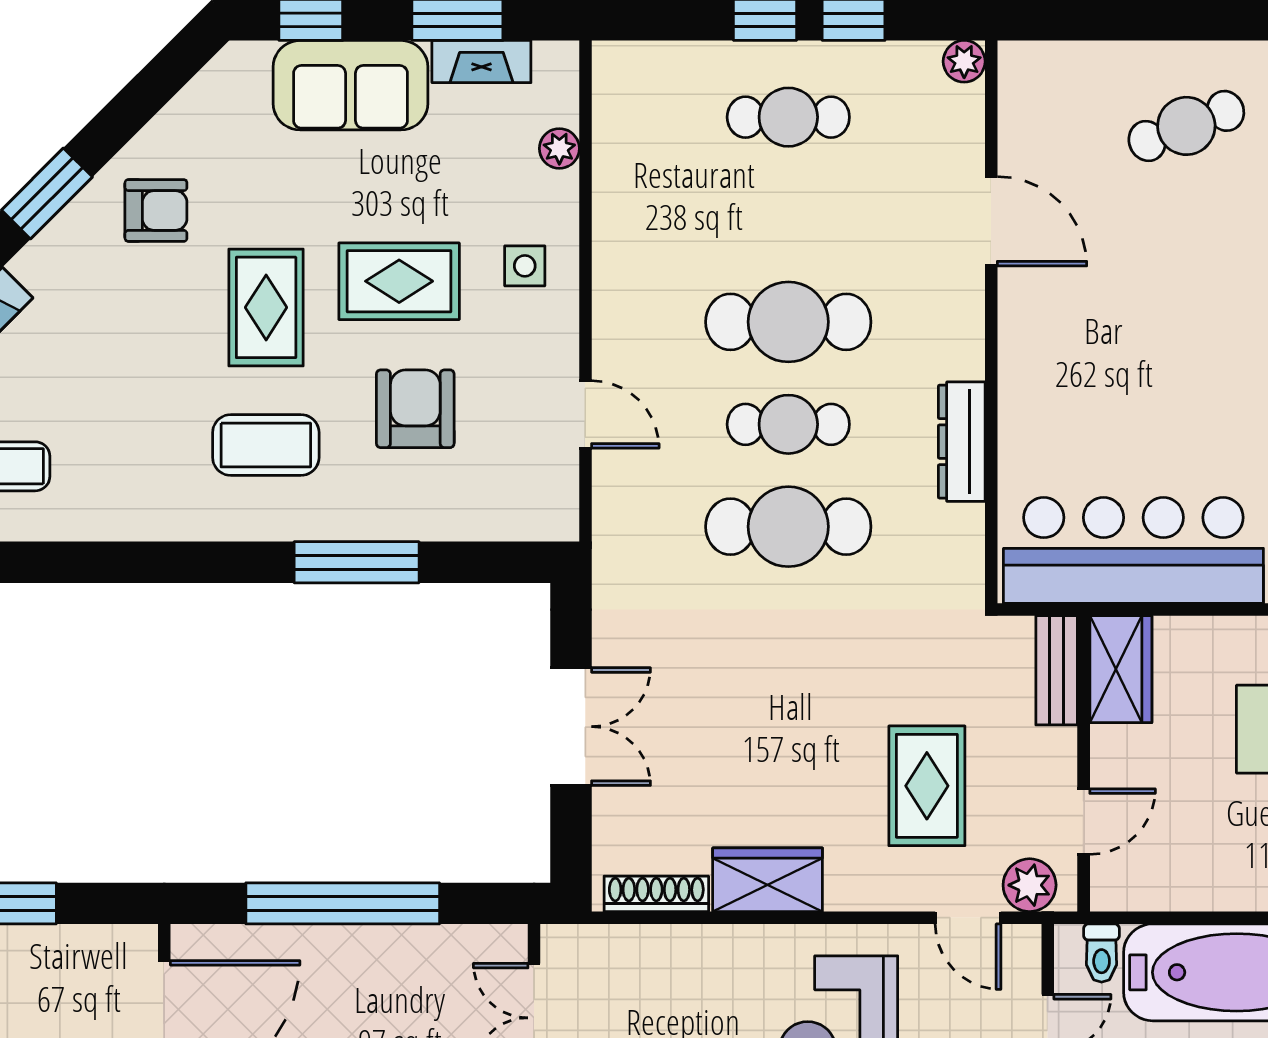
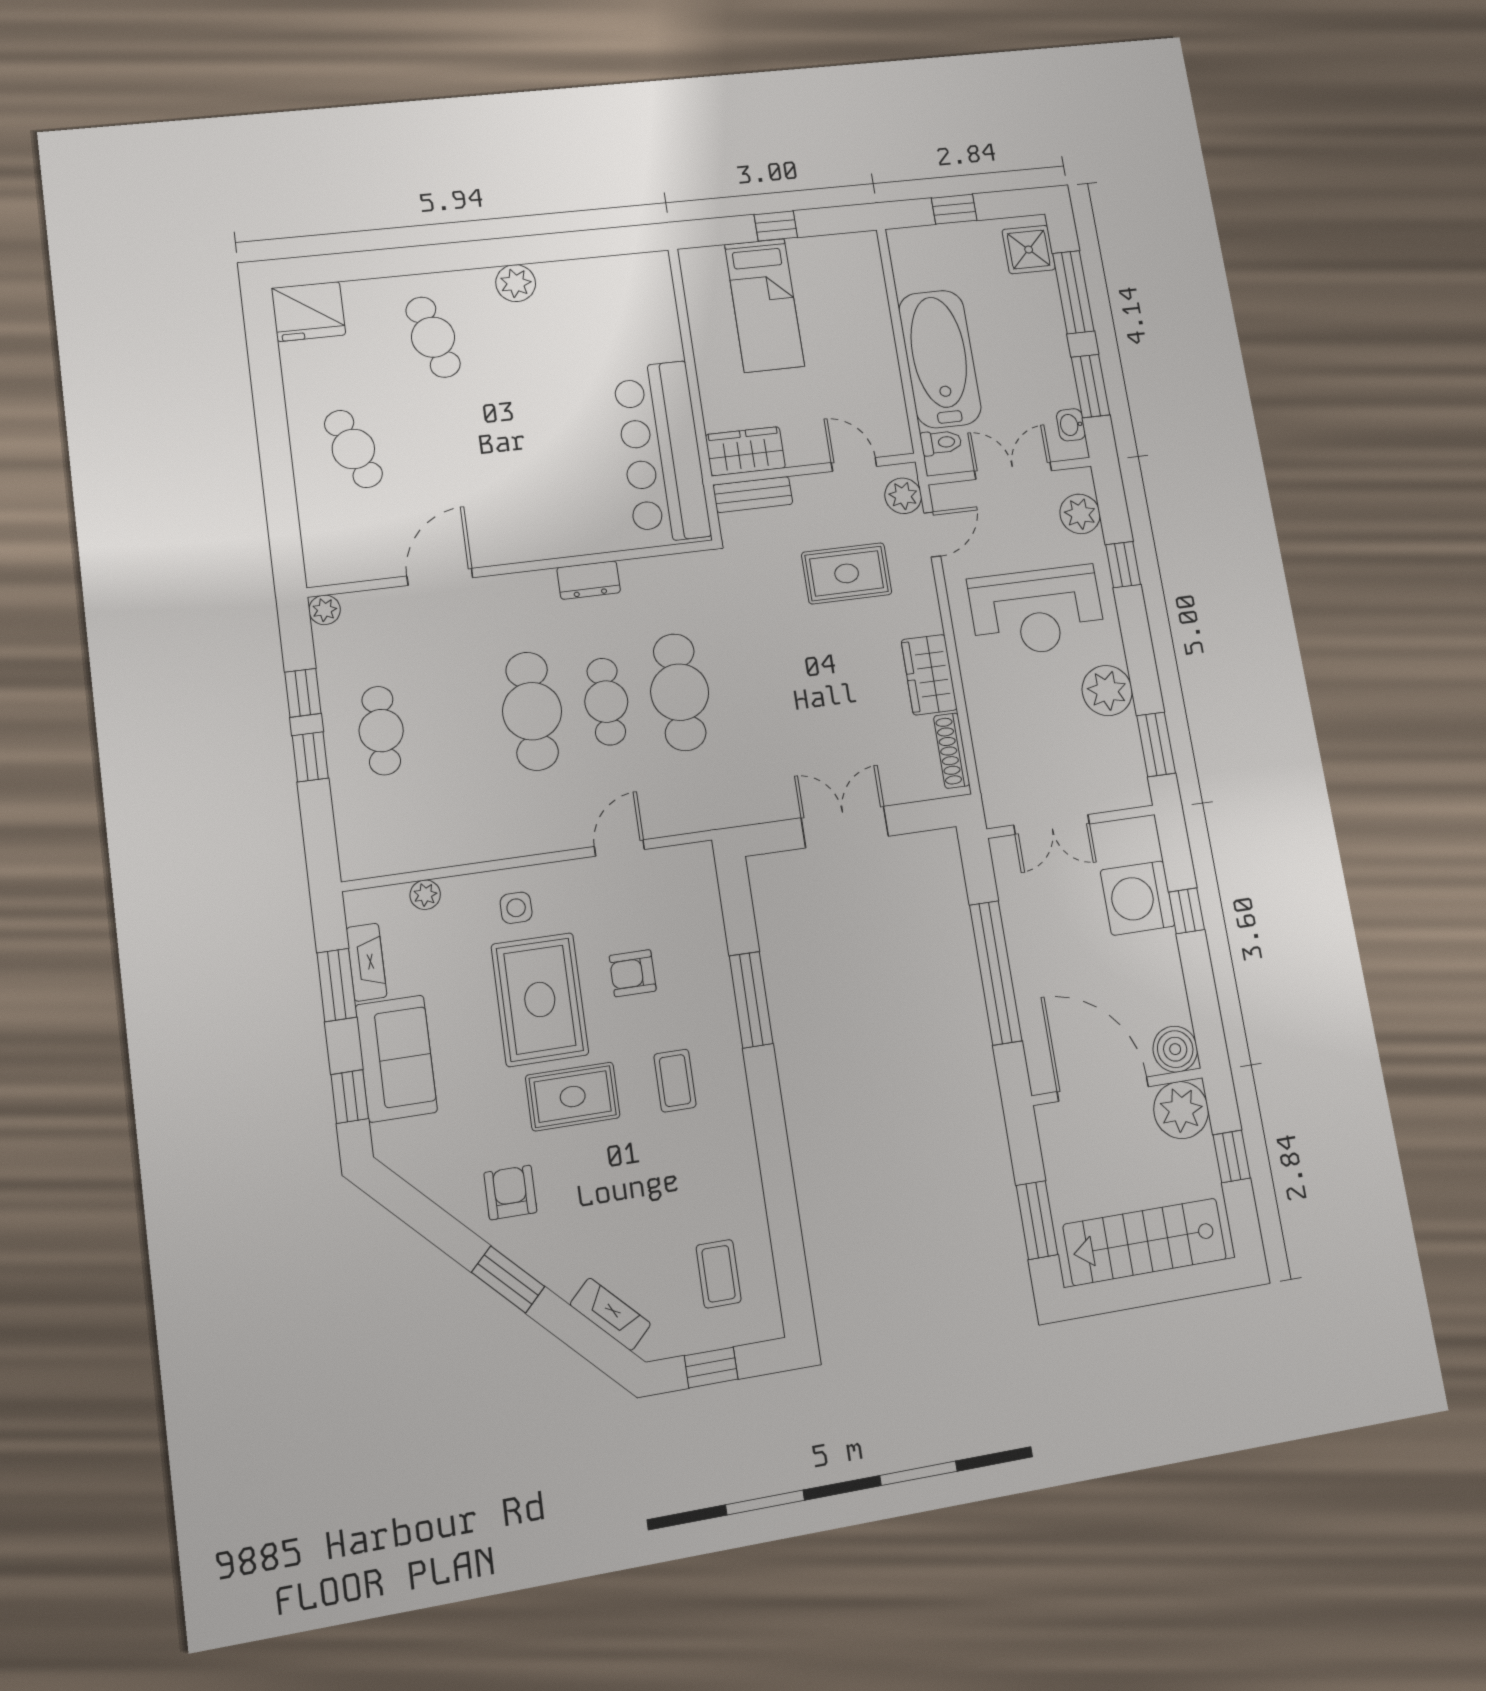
rug: (399, 281) -> (540, 999), width x1.36, depth x1.43
armchair: (415, 409) -> (633, 973), width x0.72, depth x0.72
dresser: (962, 442) -> (589, 580), width x0.70
coffee table: (266, 445) -> (675, 1081), width x0.73, depth x0.77

